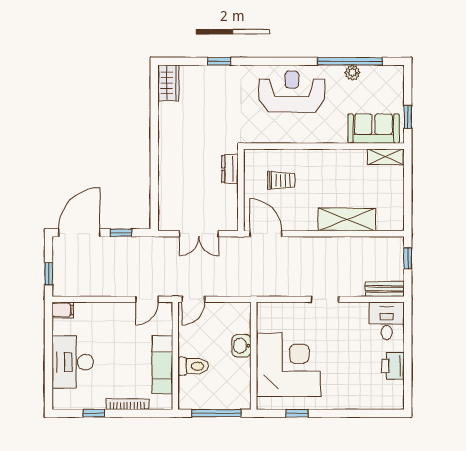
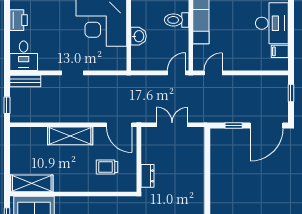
shelving: (385, 157) -> (32, 183), width x1.50, depth x1.33
shelving: (347, 219) -> (70, 136), moved
filing cabinet: (63, 310) -> (280, 51), moved

